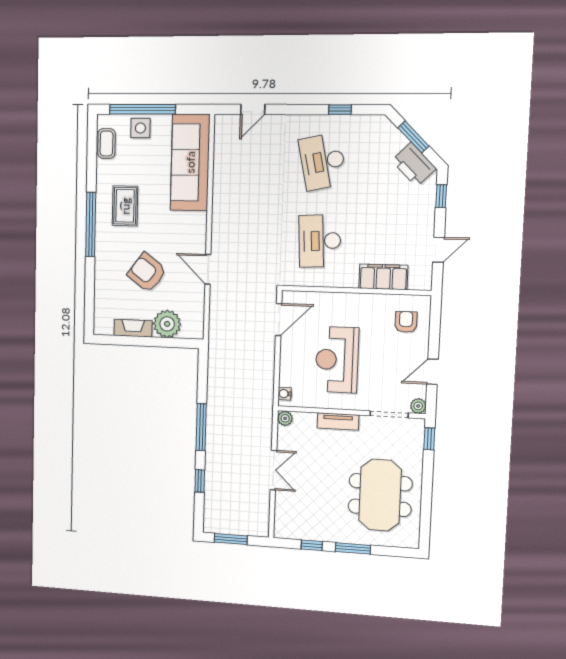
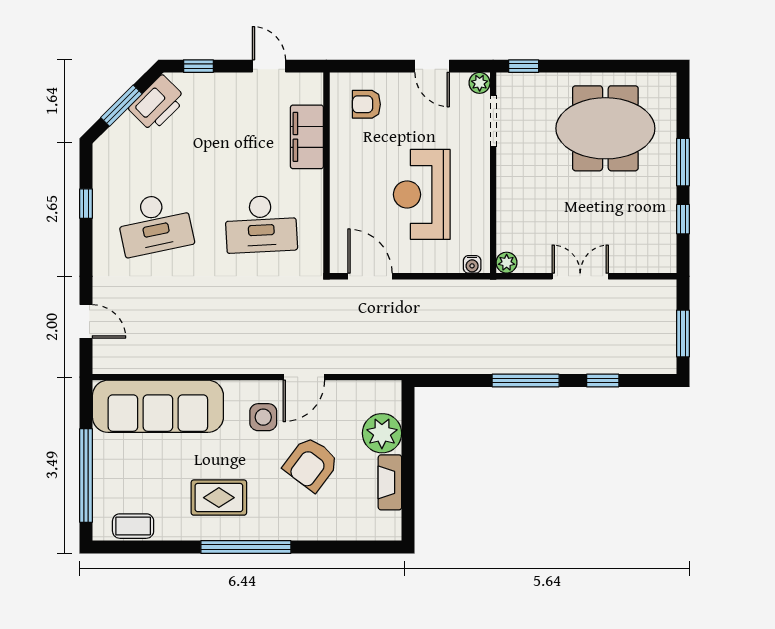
side table: (140, 128) -> (263, 417), moved
reception desk: (337, 360) -> (422, 194), turned 90
tv unit: (338, 421) -> (507, 190), removed

